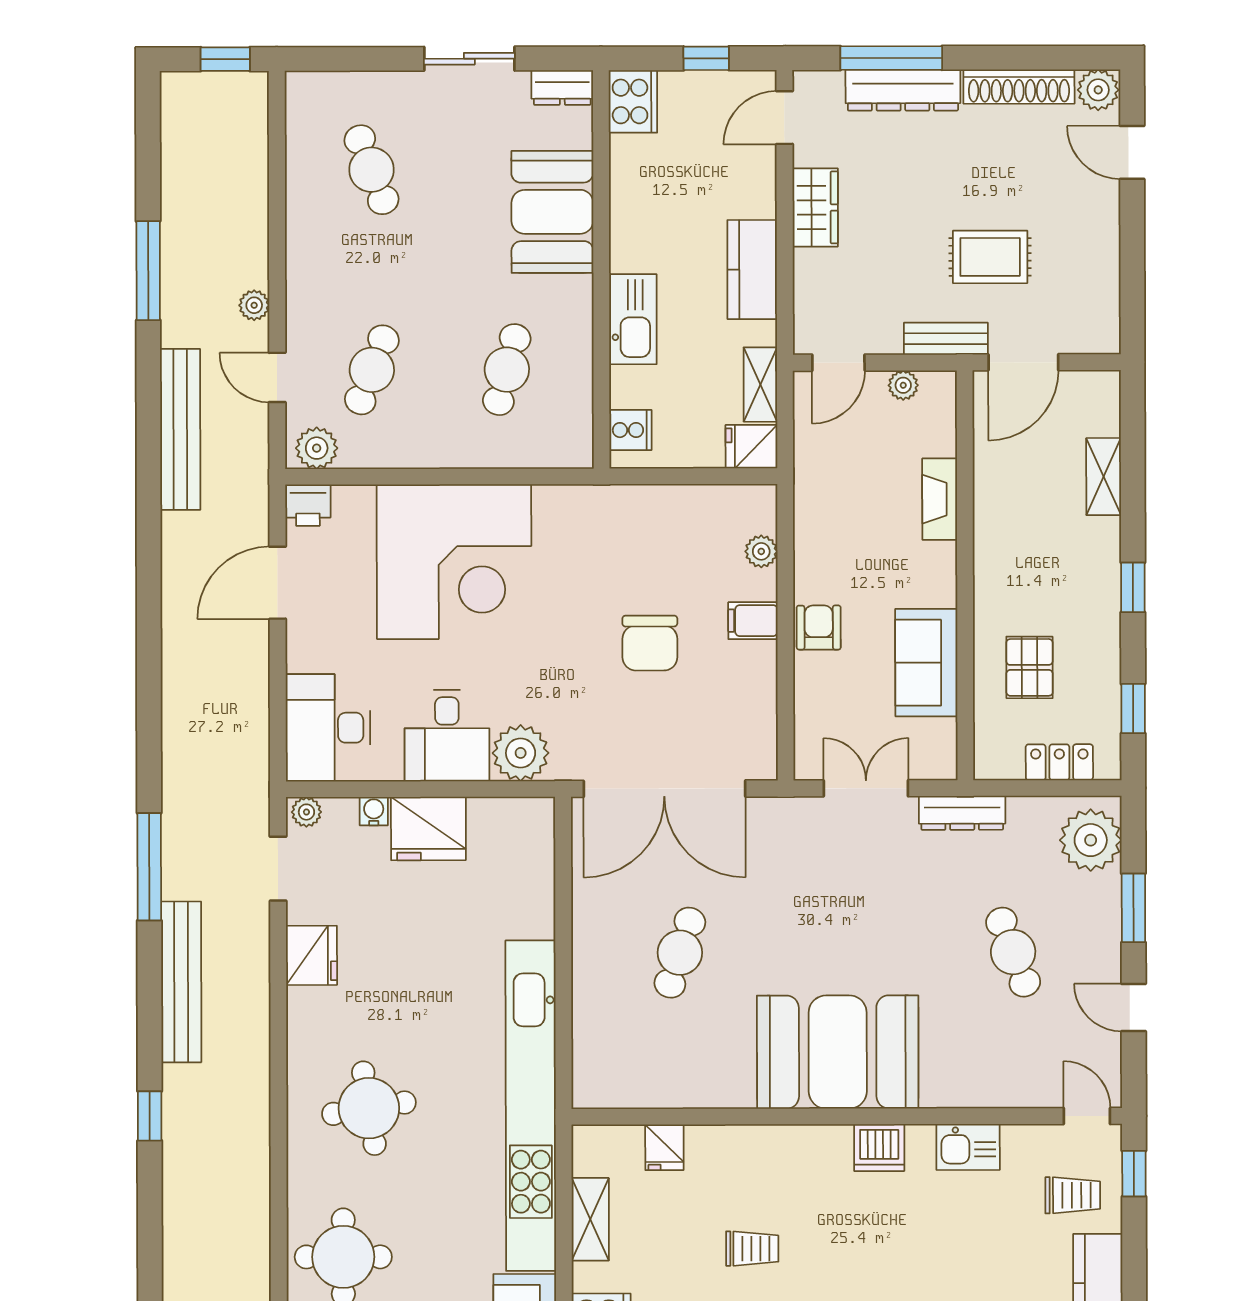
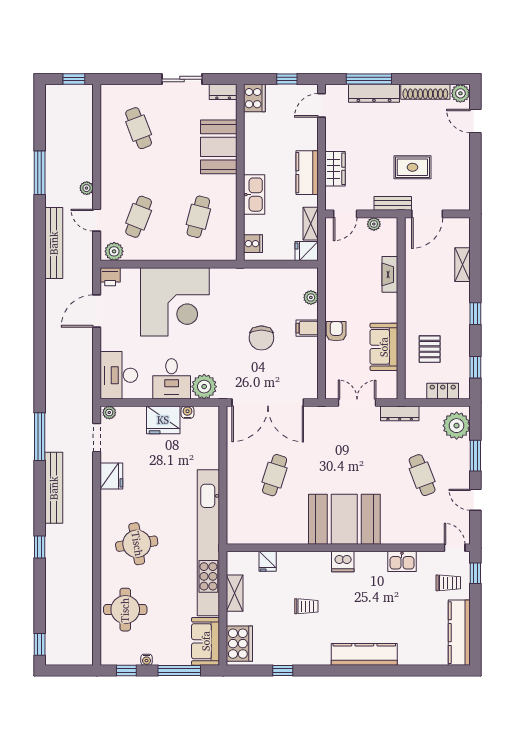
wardrobe: (815, 207) -> (335, 169), moved
water cooler: (374, 811) -> (187, 412), moved
dishwasher: (879, 1148) -> (343, 562), moved

